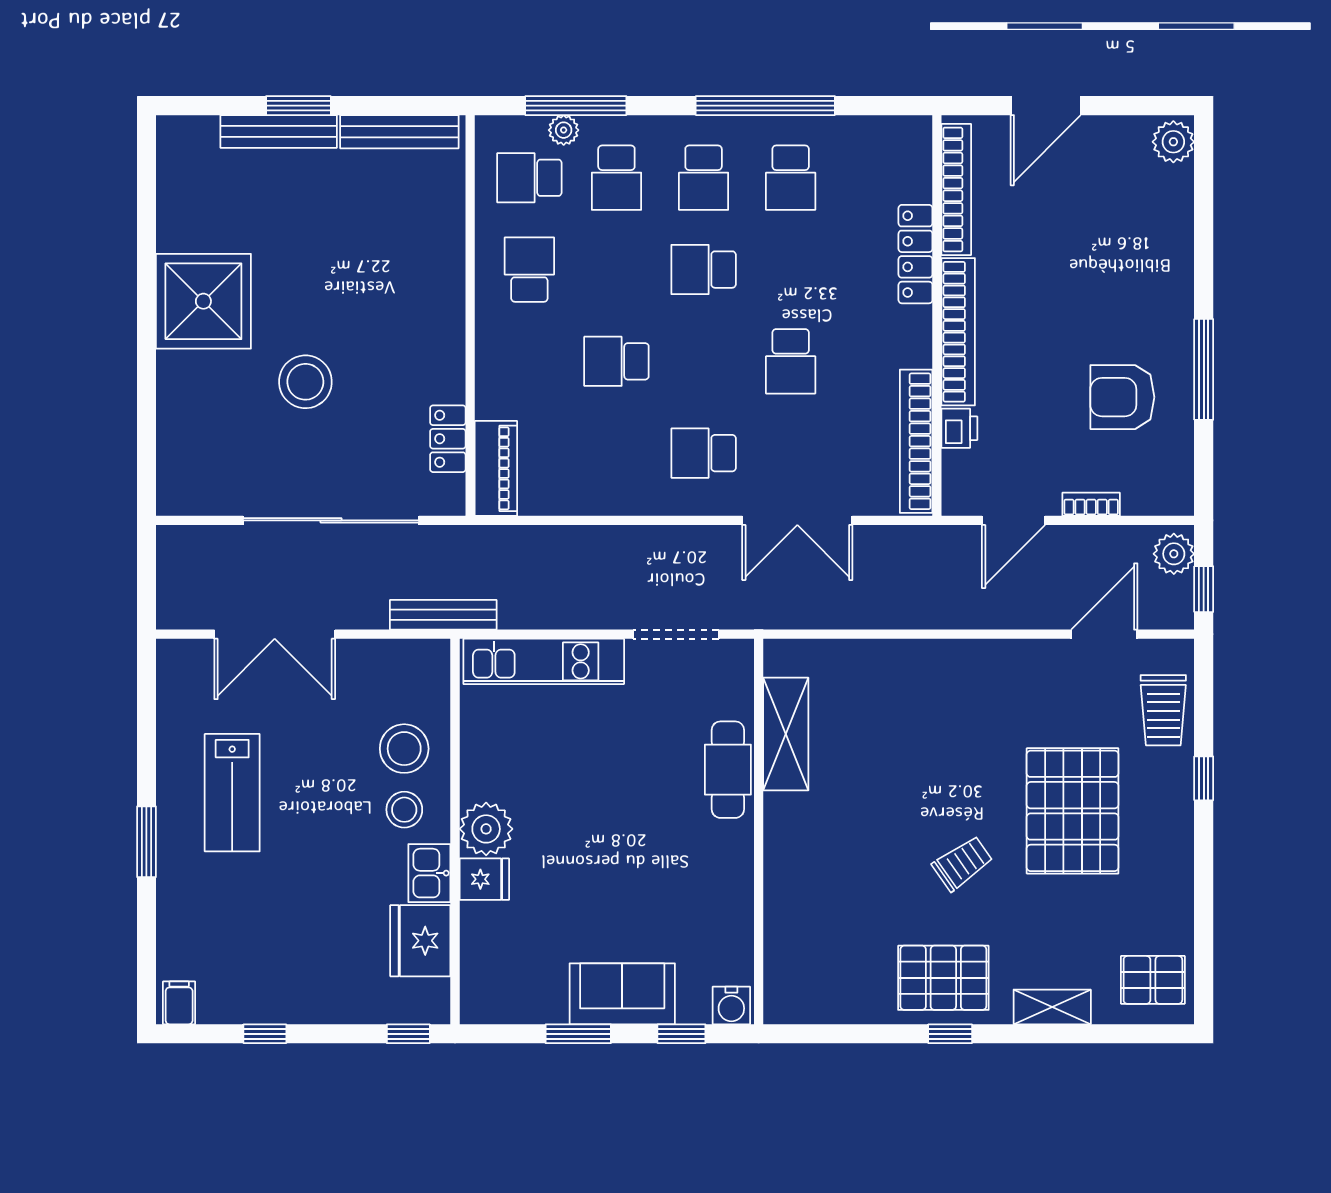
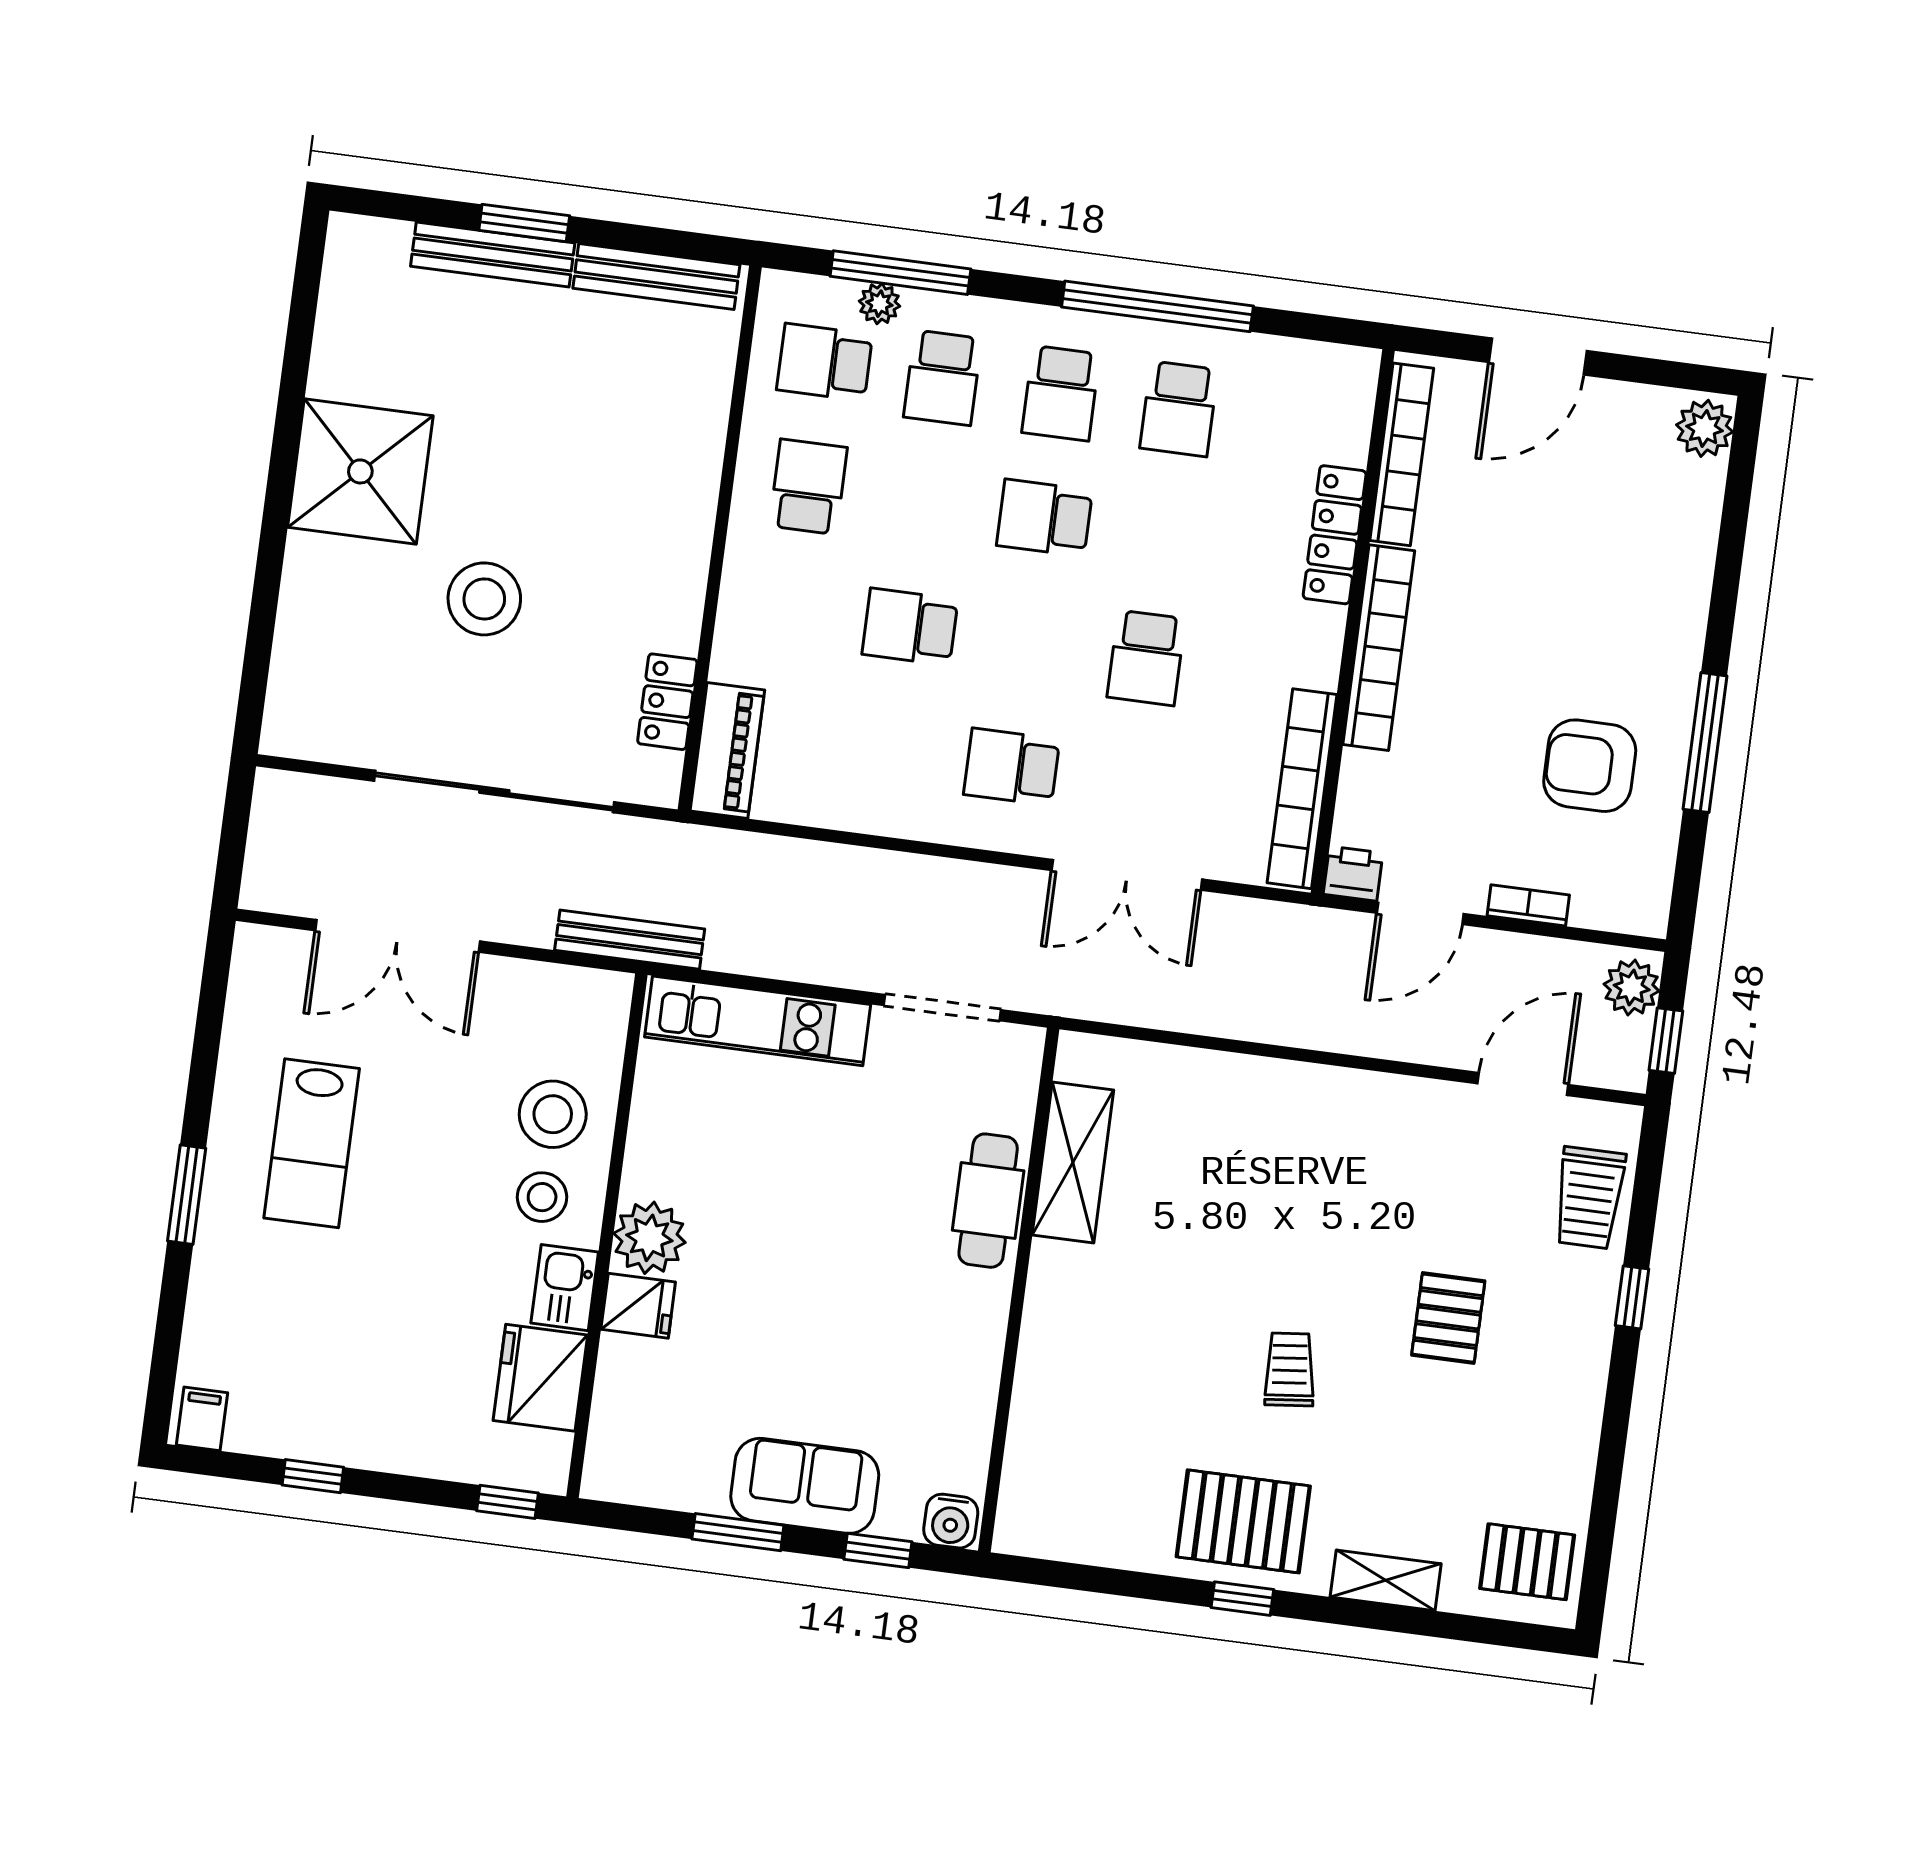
printer: (959, 428) -> (1353, 874), moved, turned -90
pallet: (1073, 811) -> (1448, 1318), width x0.49, depth x0.50
trolley: (962, 863) -> (1290, 1369), turned -61

